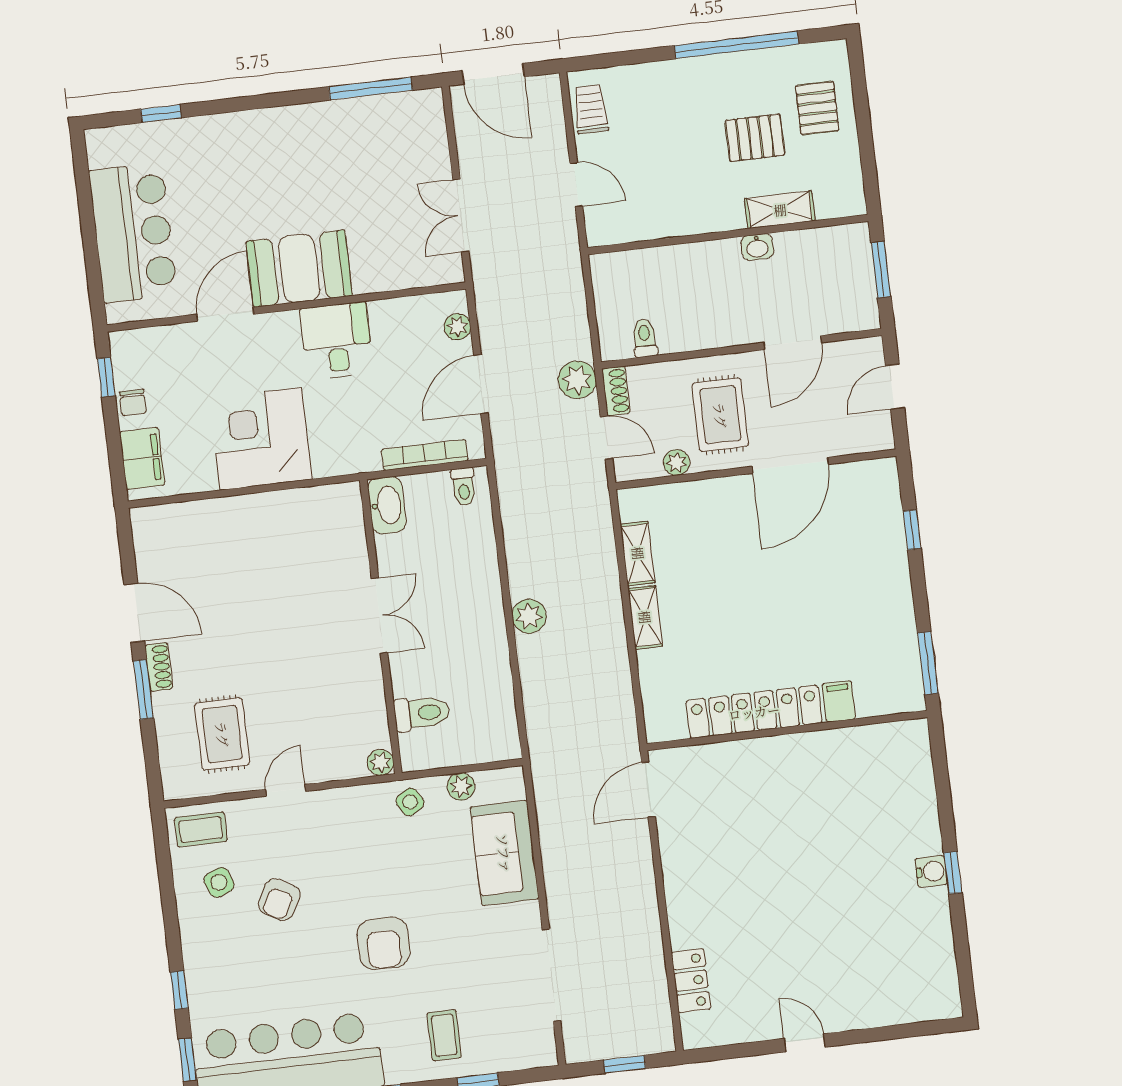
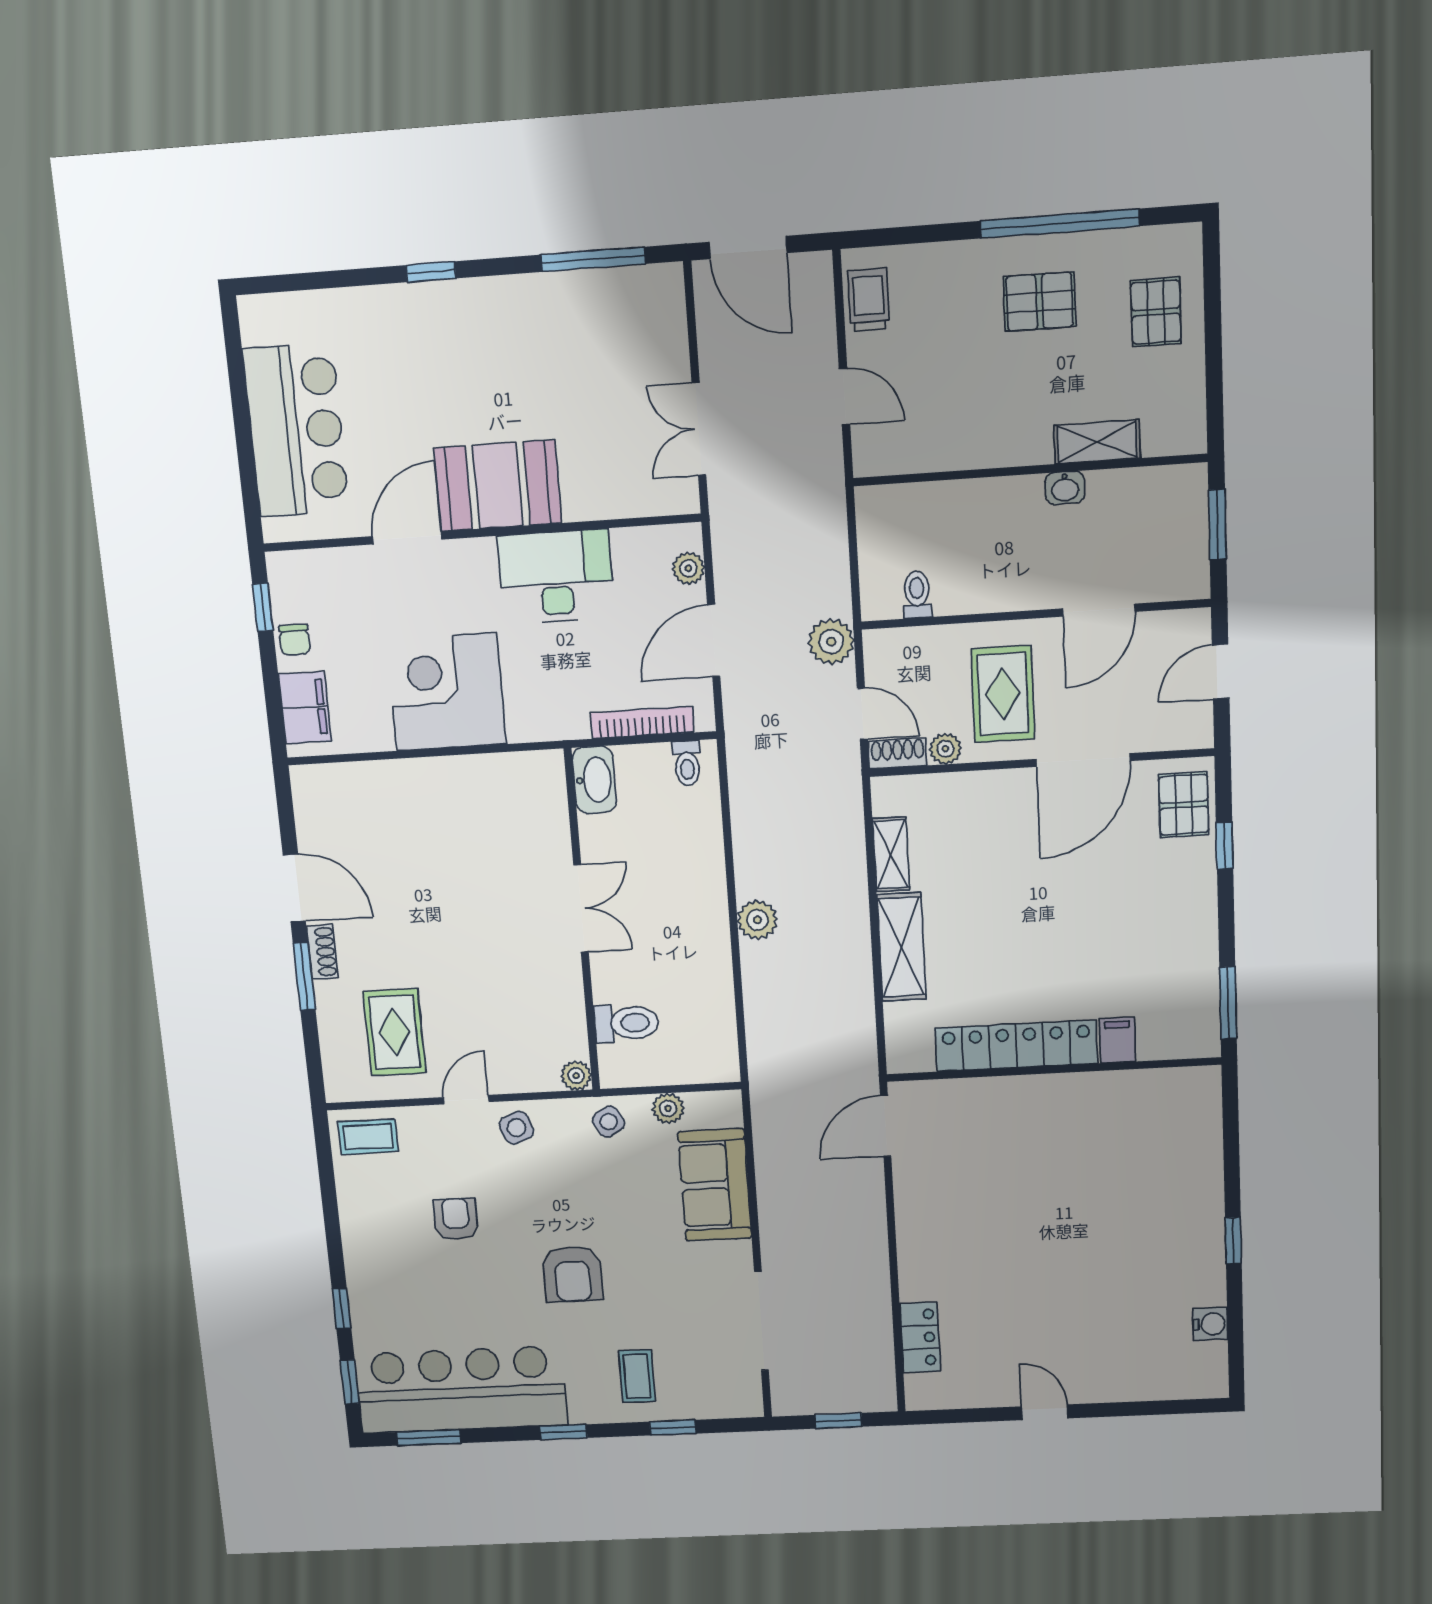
window: (161, 113) -> (431, 272), moved
pallet: (755, 138) -> (1039, 302), moved
desk: (337, 341) -> (556, 577), width x1.37
shoe rack: (616, 391) -> (898, 753), moved, turned -90
pallet: (875, 498) -> (1184, 805), added
shelving: (645, 617) -> (901, 947), width x1.50, depth x1.33
water cooler: (931, 871) -> (1210, 1324), moved
side table: (219, 882) -> (517, 1128), moved
armchair: (279, 900) -> (456, 1219), turned 151

